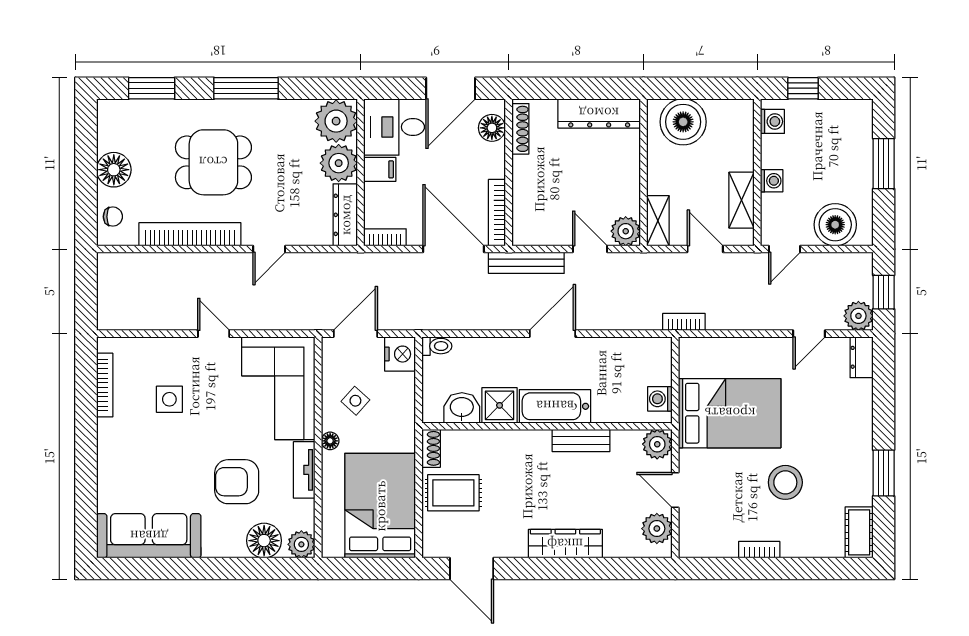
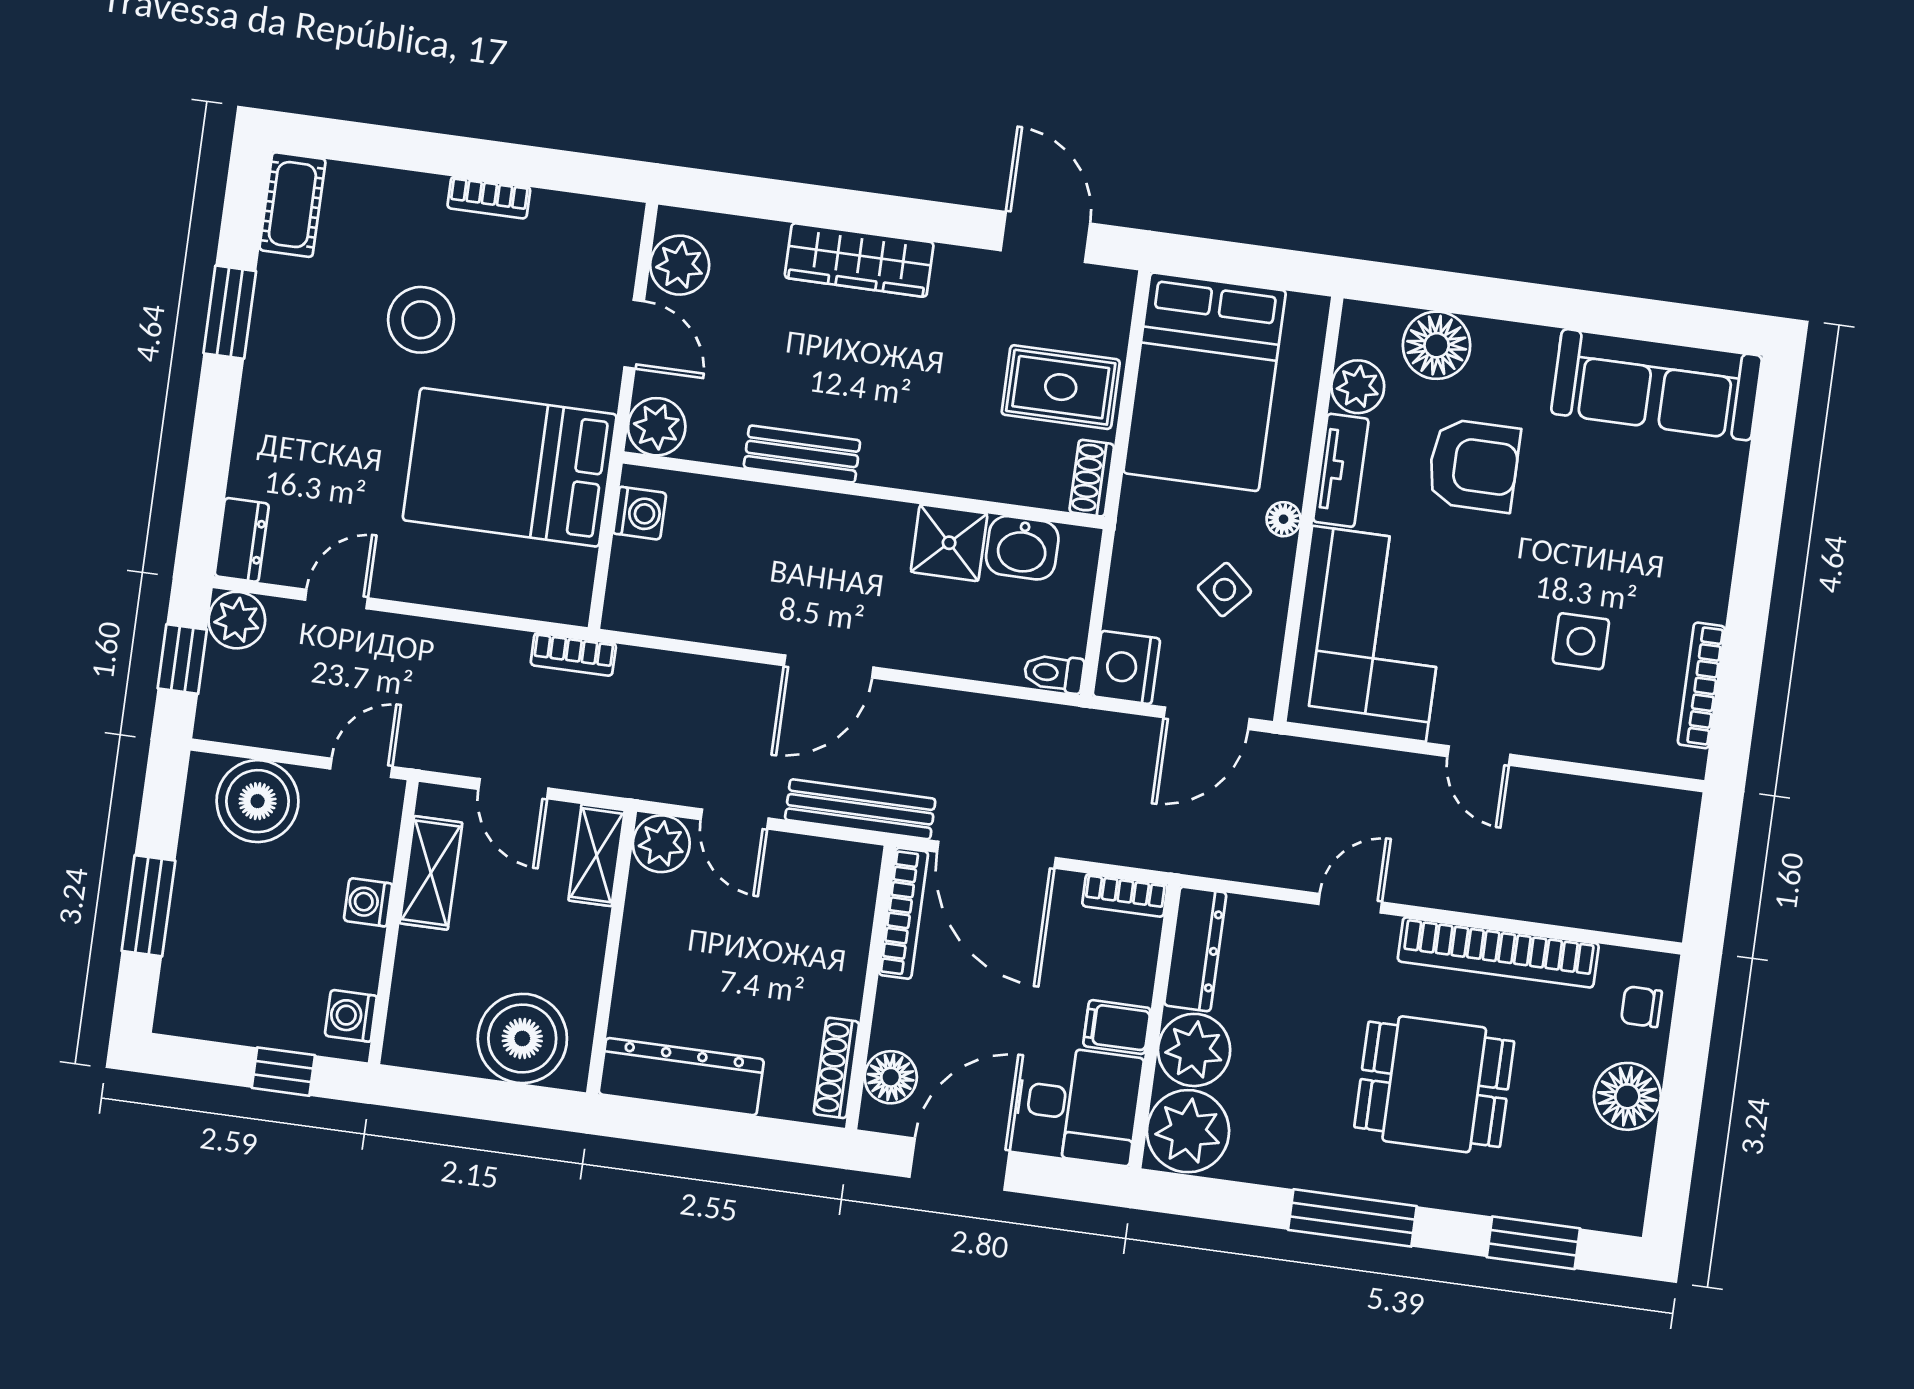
bathtub: (555, 406) -> (843, 526), removed
plant: (301, 544) -> (1358, 387), moved

